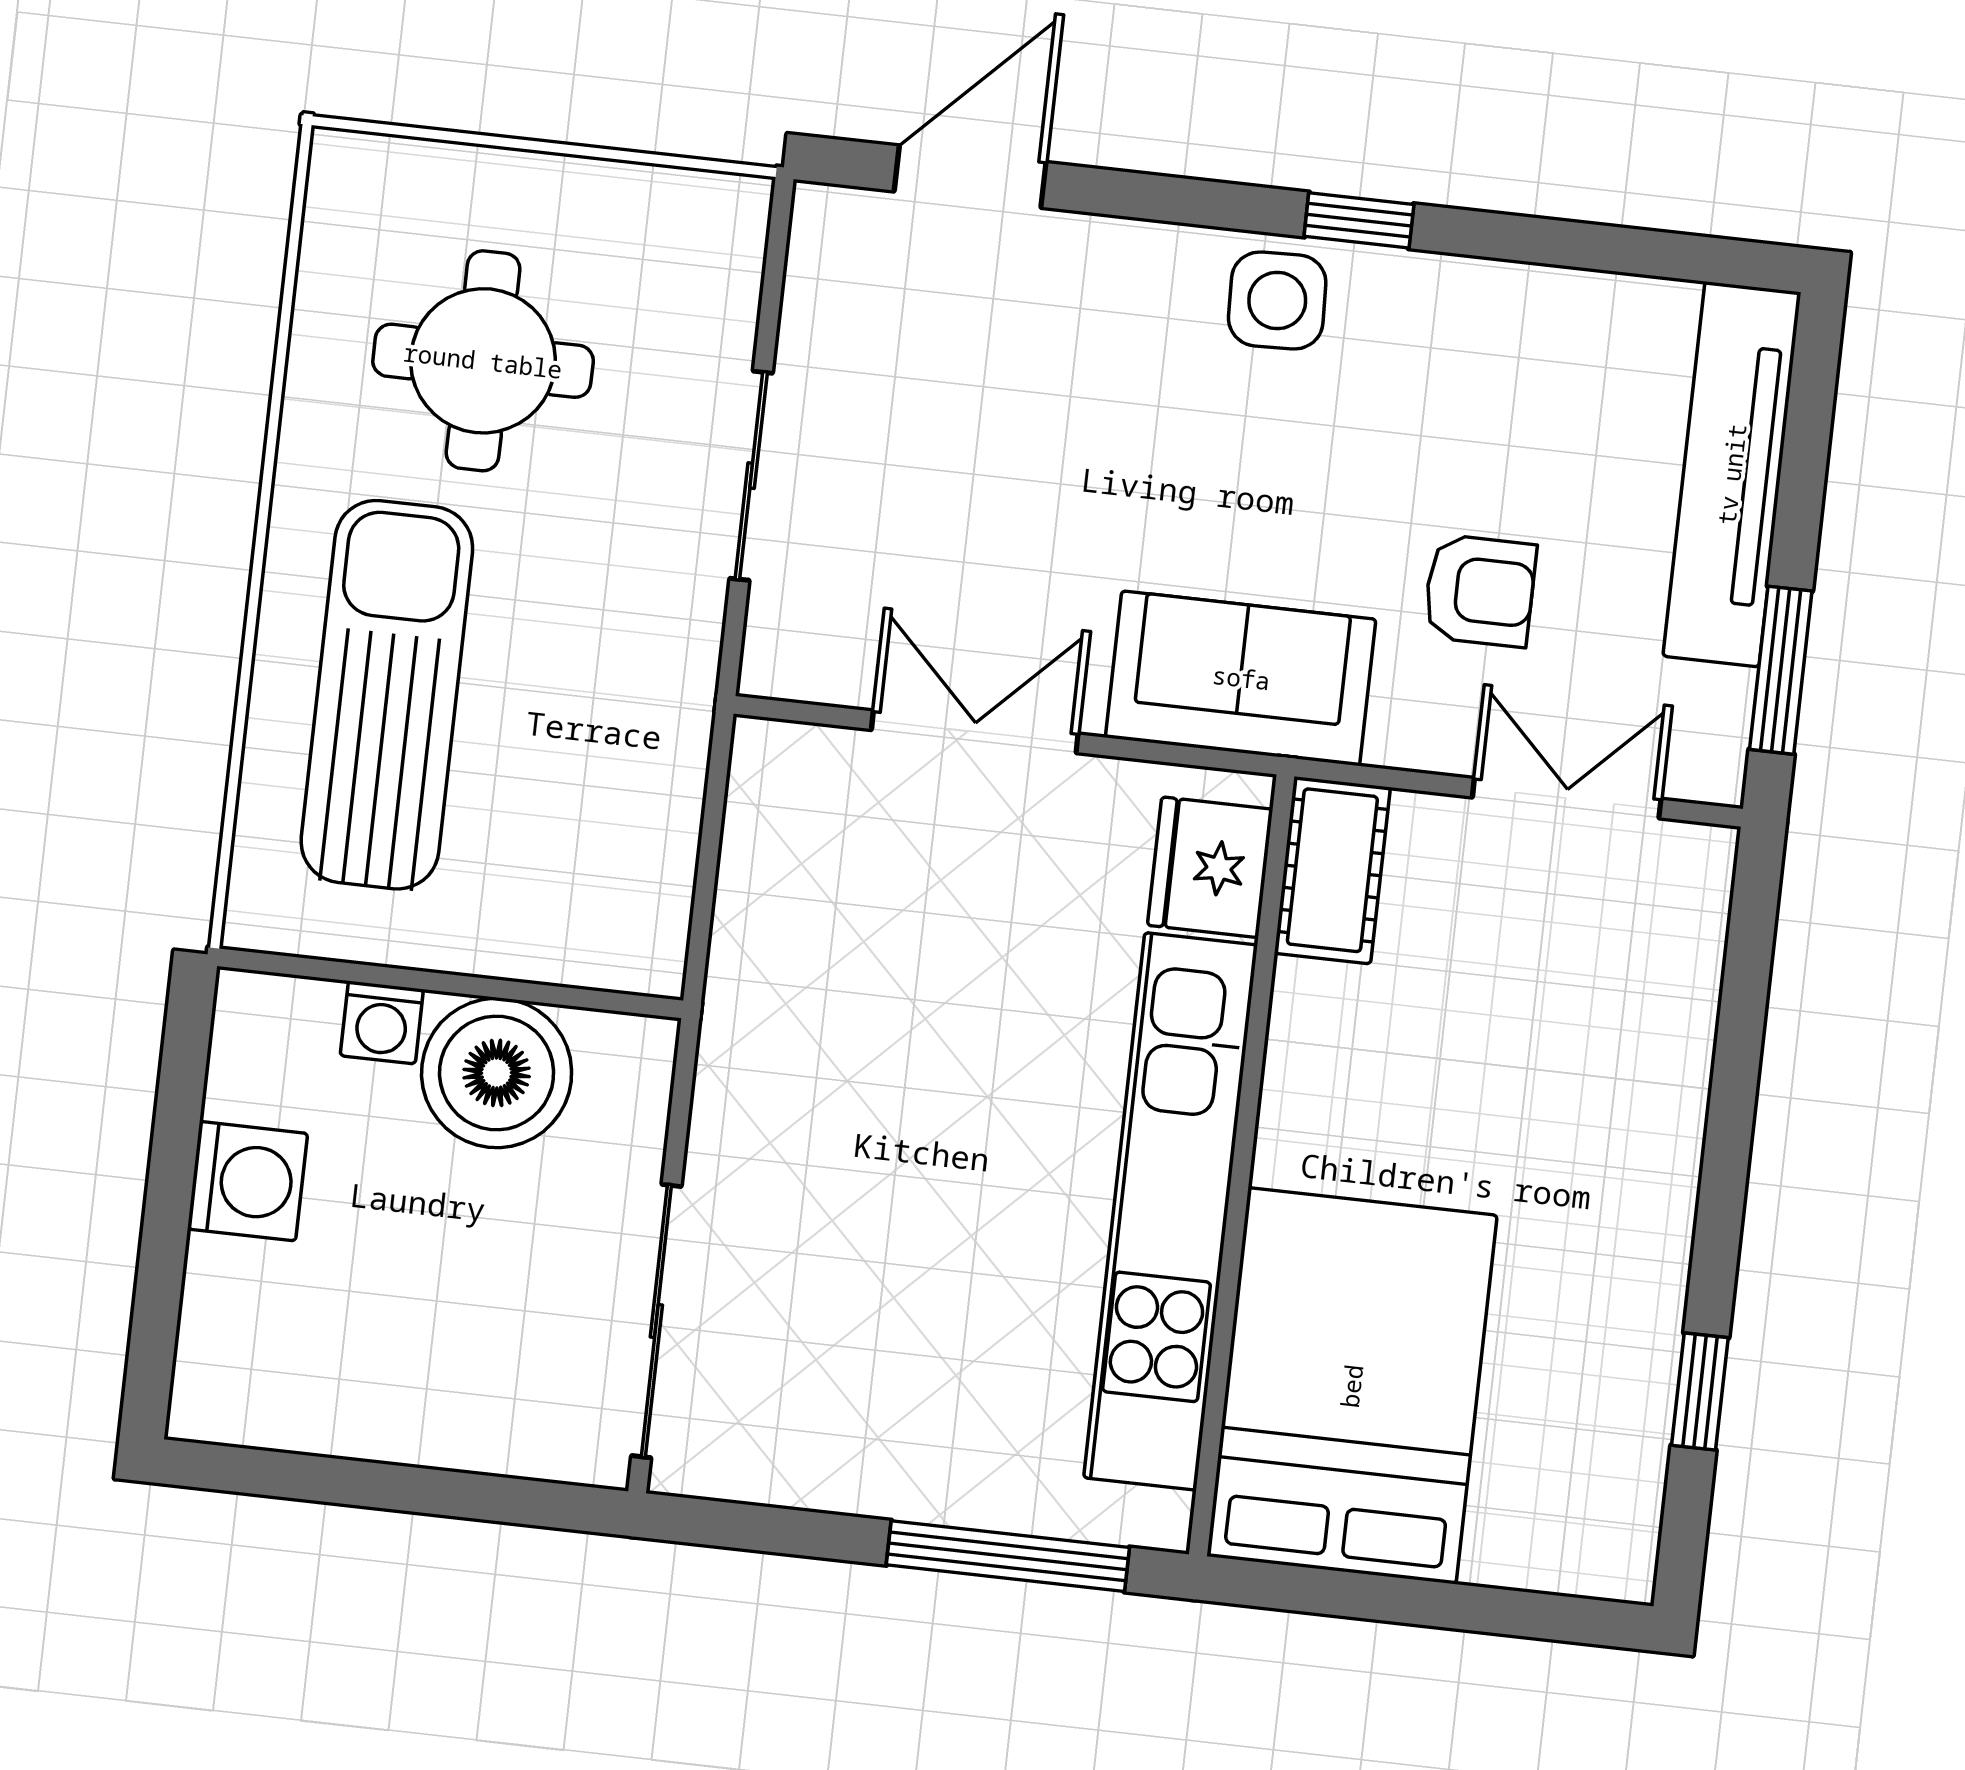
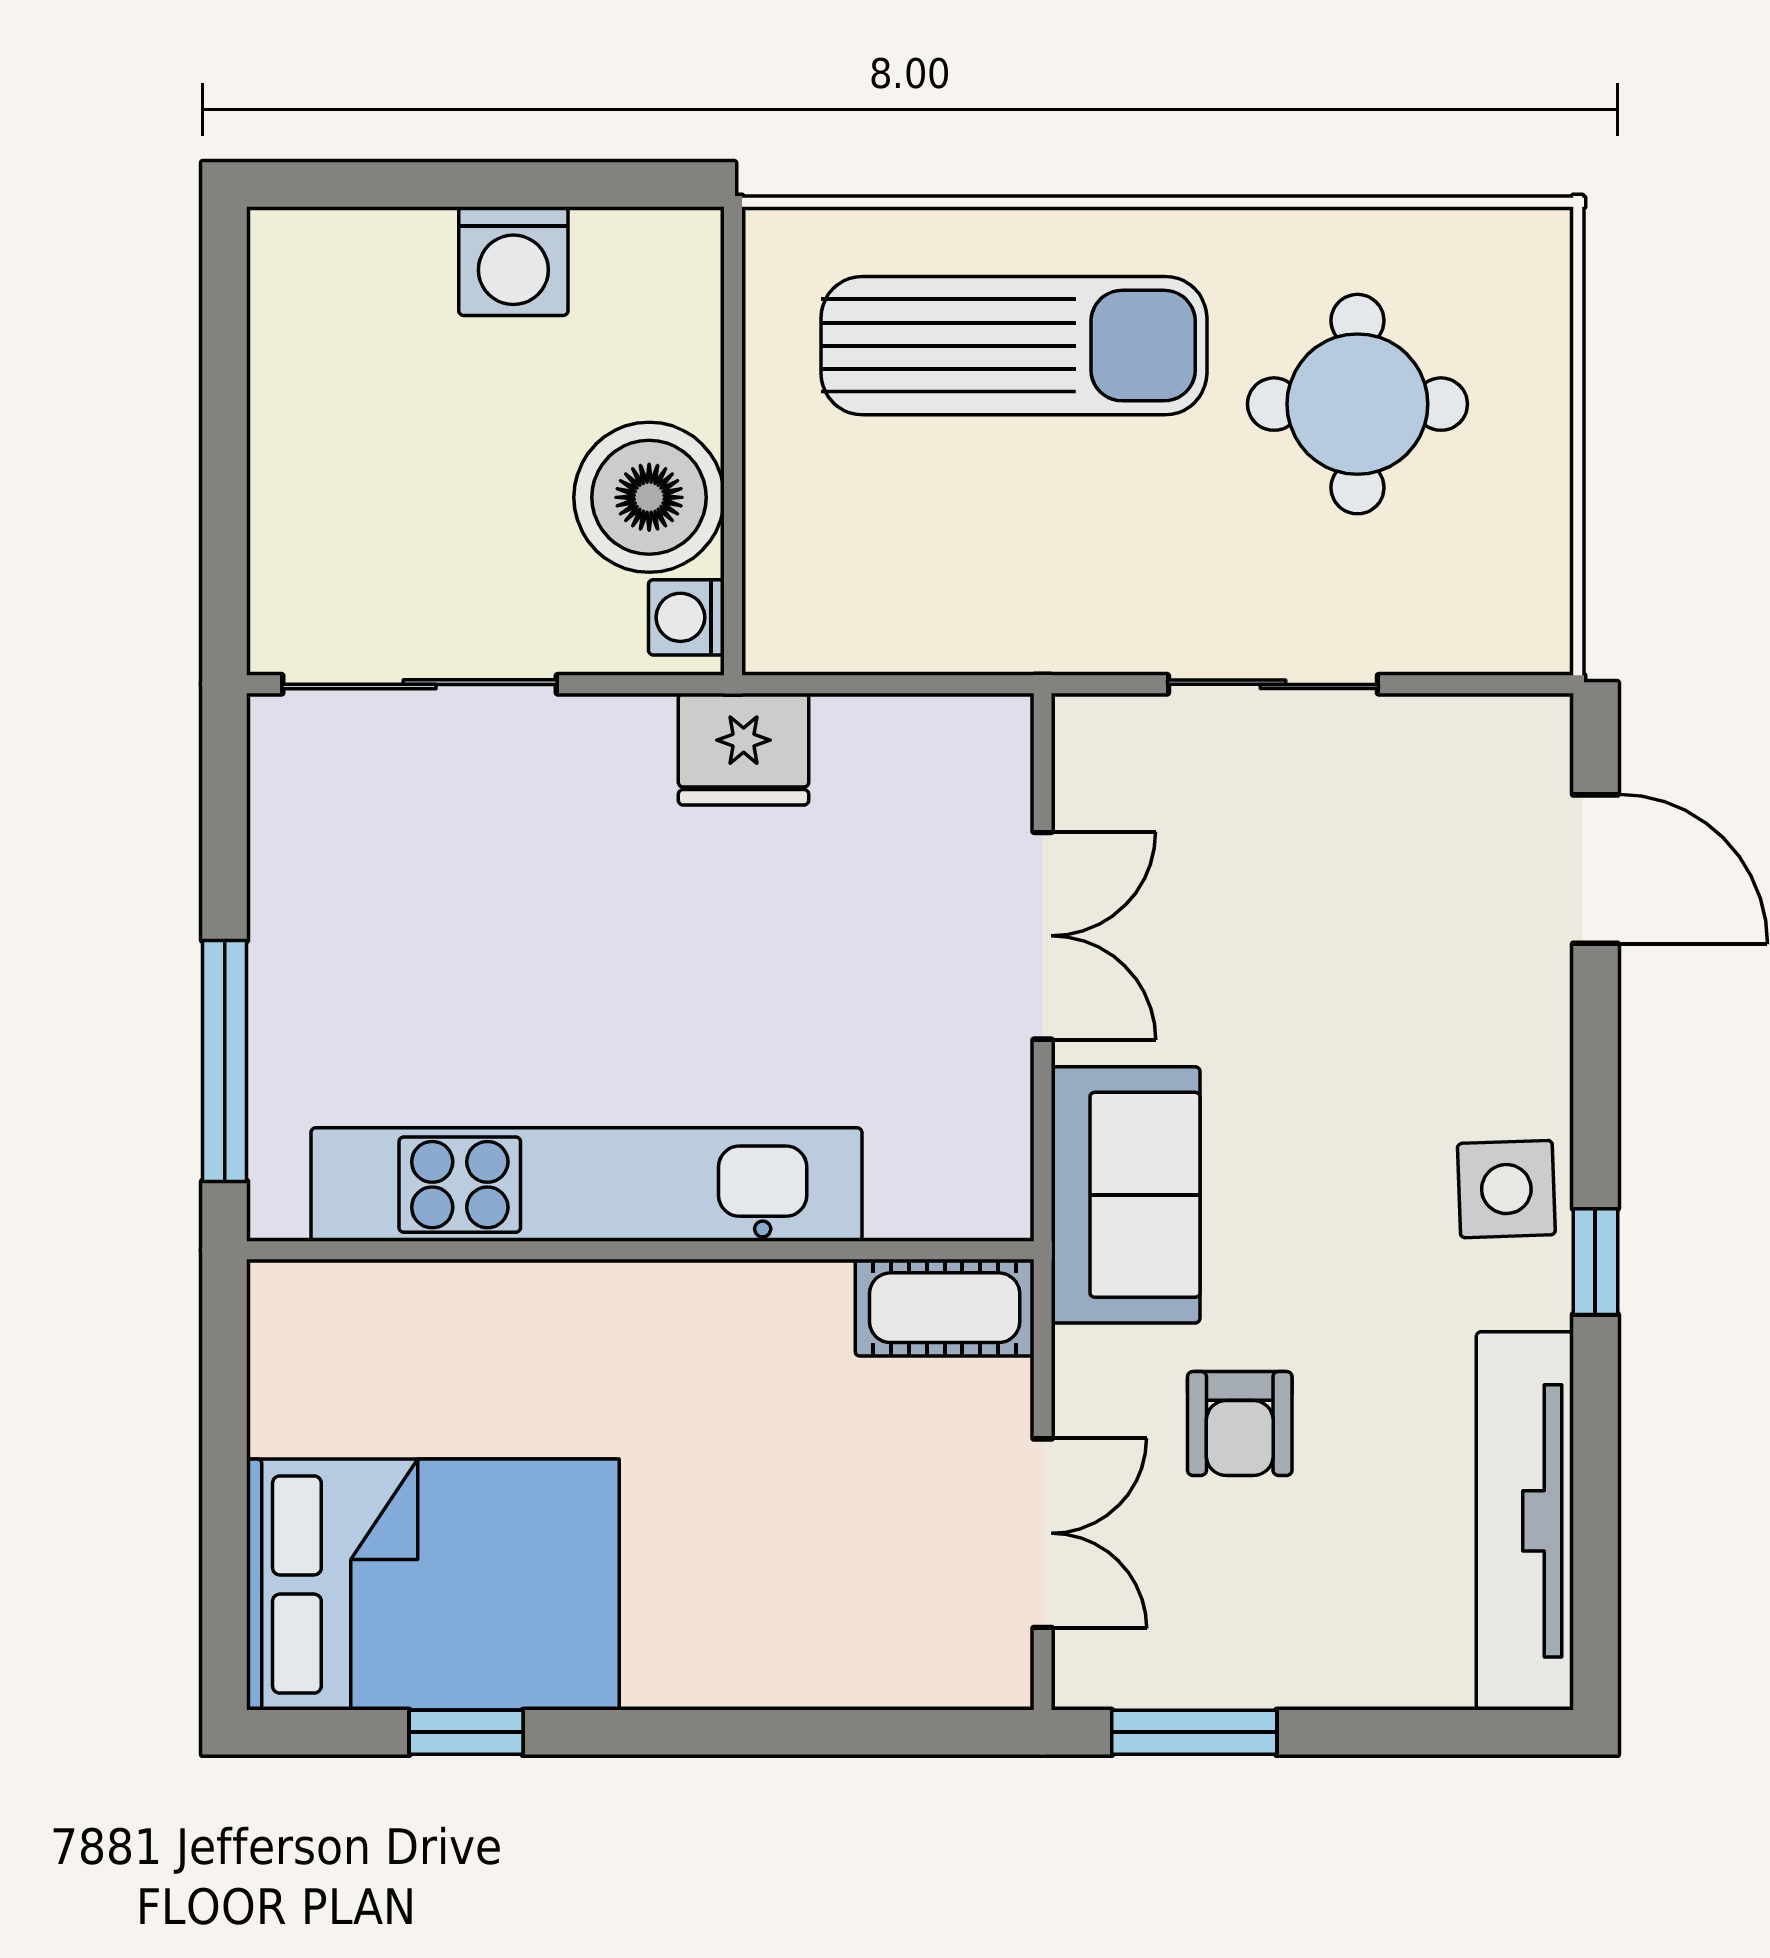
tv unit: (1732, 474) -> (1525, 1521), moved, turned -90
fridge: (1210, 867) -> (744, 749), moved, turned 180
washing machine: (382, 1023) -> (686, 617), moved
bed: (1352, 1386) -> (433, 1585), moved

